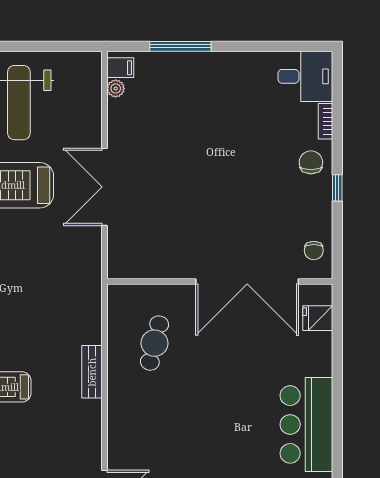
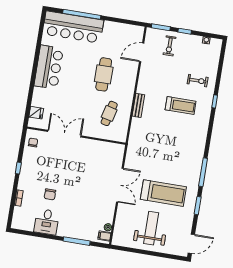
desk: (305, 76) -> (47, 222), moved, turned -90
chair: (311, 162) -> (50, 194), moved
double door: (247, 282) -> (64, 134), width x0.73
cafe table: (181, 428) -> (104, 74), added

